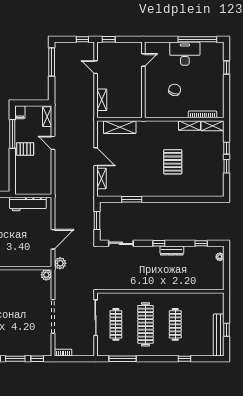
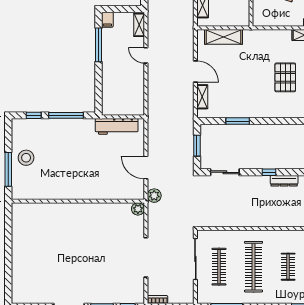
pallet: (25, 149) -> (113, 62), removed
door: (53, 239) -> (146, 167), swing flipped
clothes rail: (175, 324) -> (288, 267), width x0.73

